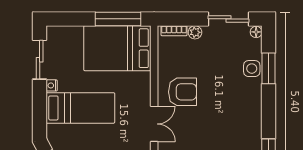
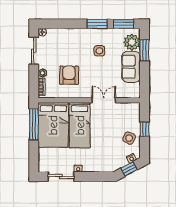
window: (269, 68) -> (97, 24), moved
side table: (252, 69) -> (99, 51), moved
armchair: (182, 92) -> (69, 75), moved
bed: (80, 108) -> (80, 125), moved, turned 180

